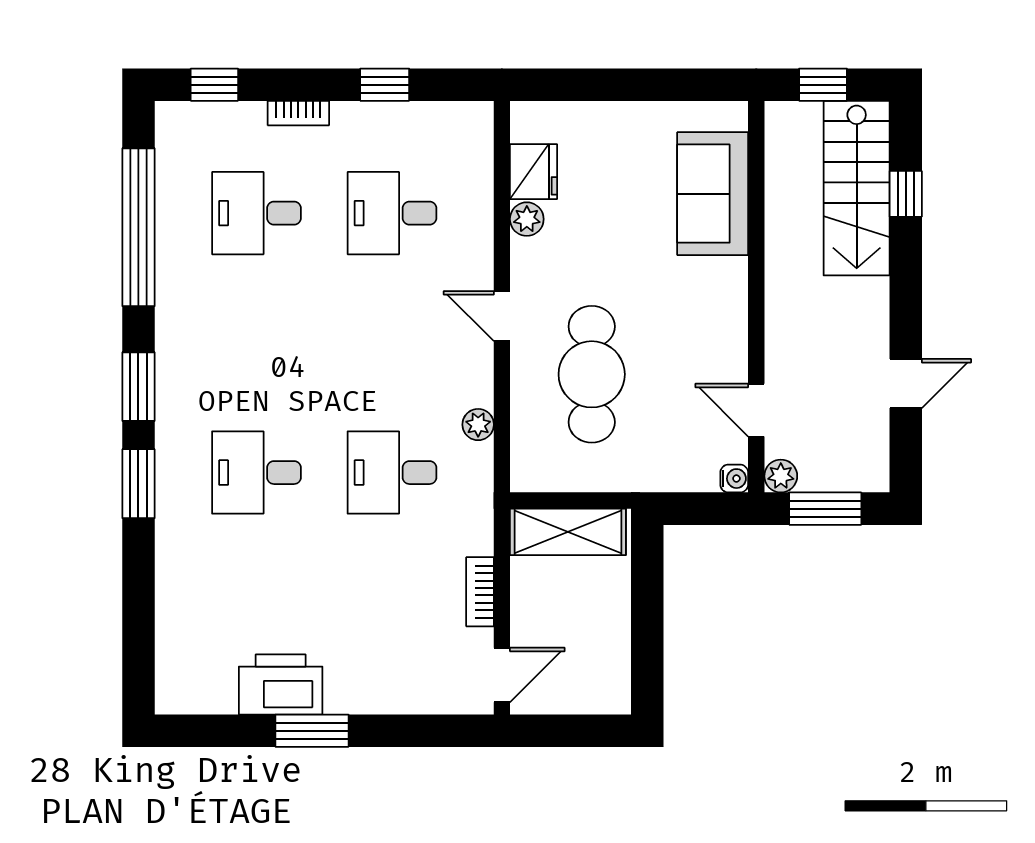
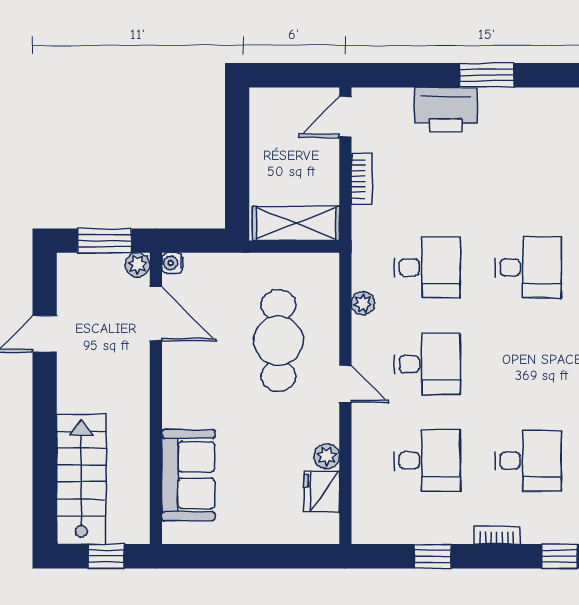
window: (906, 194) -> (45, 475), removed
desk: (392, 343) -> (427, 364), added
door: (756, 410) -> (156, 314), width x1.38
printer: (281, 685) -> (446, 110), moved

